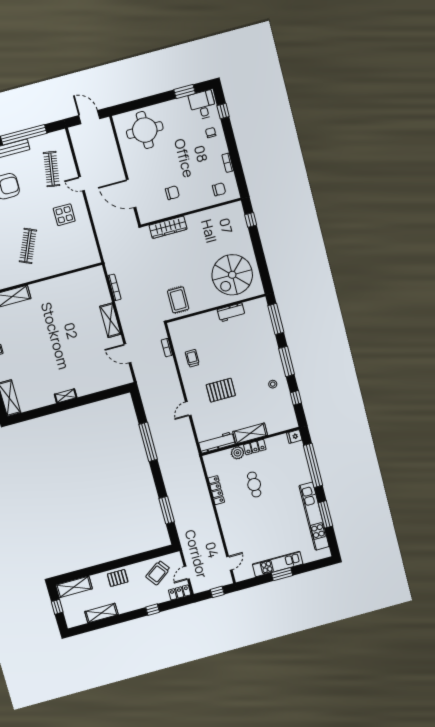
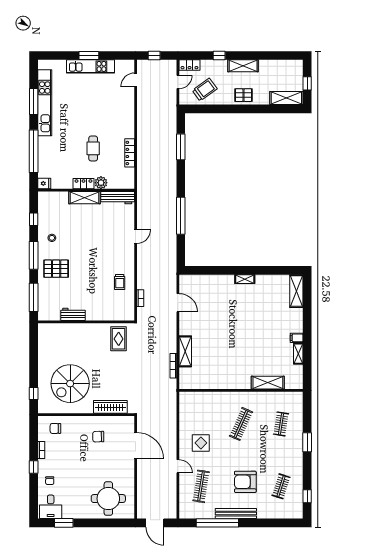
window: (223, 111) -> (34, 467), moved
spiral stairs: (232, 275) -> (70, 384), moved, turned 180
shelving: (110, 320) -> (185, 351), moved
pallet: (221, 390) -> (56, 269), moved
shelving: (101, 613) -> (243, 66), moved

